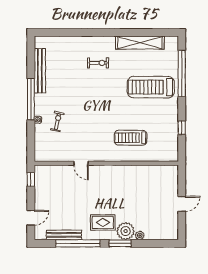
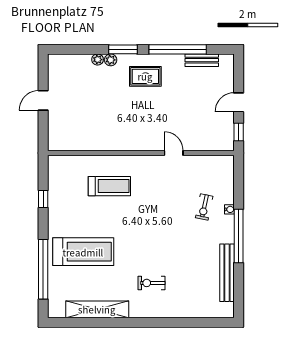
door: (31, 218) -> (239, 102), moved
plant: (126, 231) -> (111, 60), width x0.53, depth x0.53
bench: (64, 235) -> (202, 60), width x0.73

